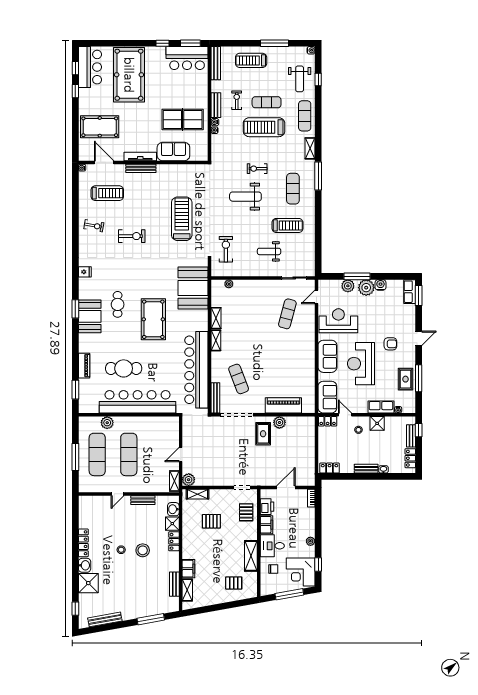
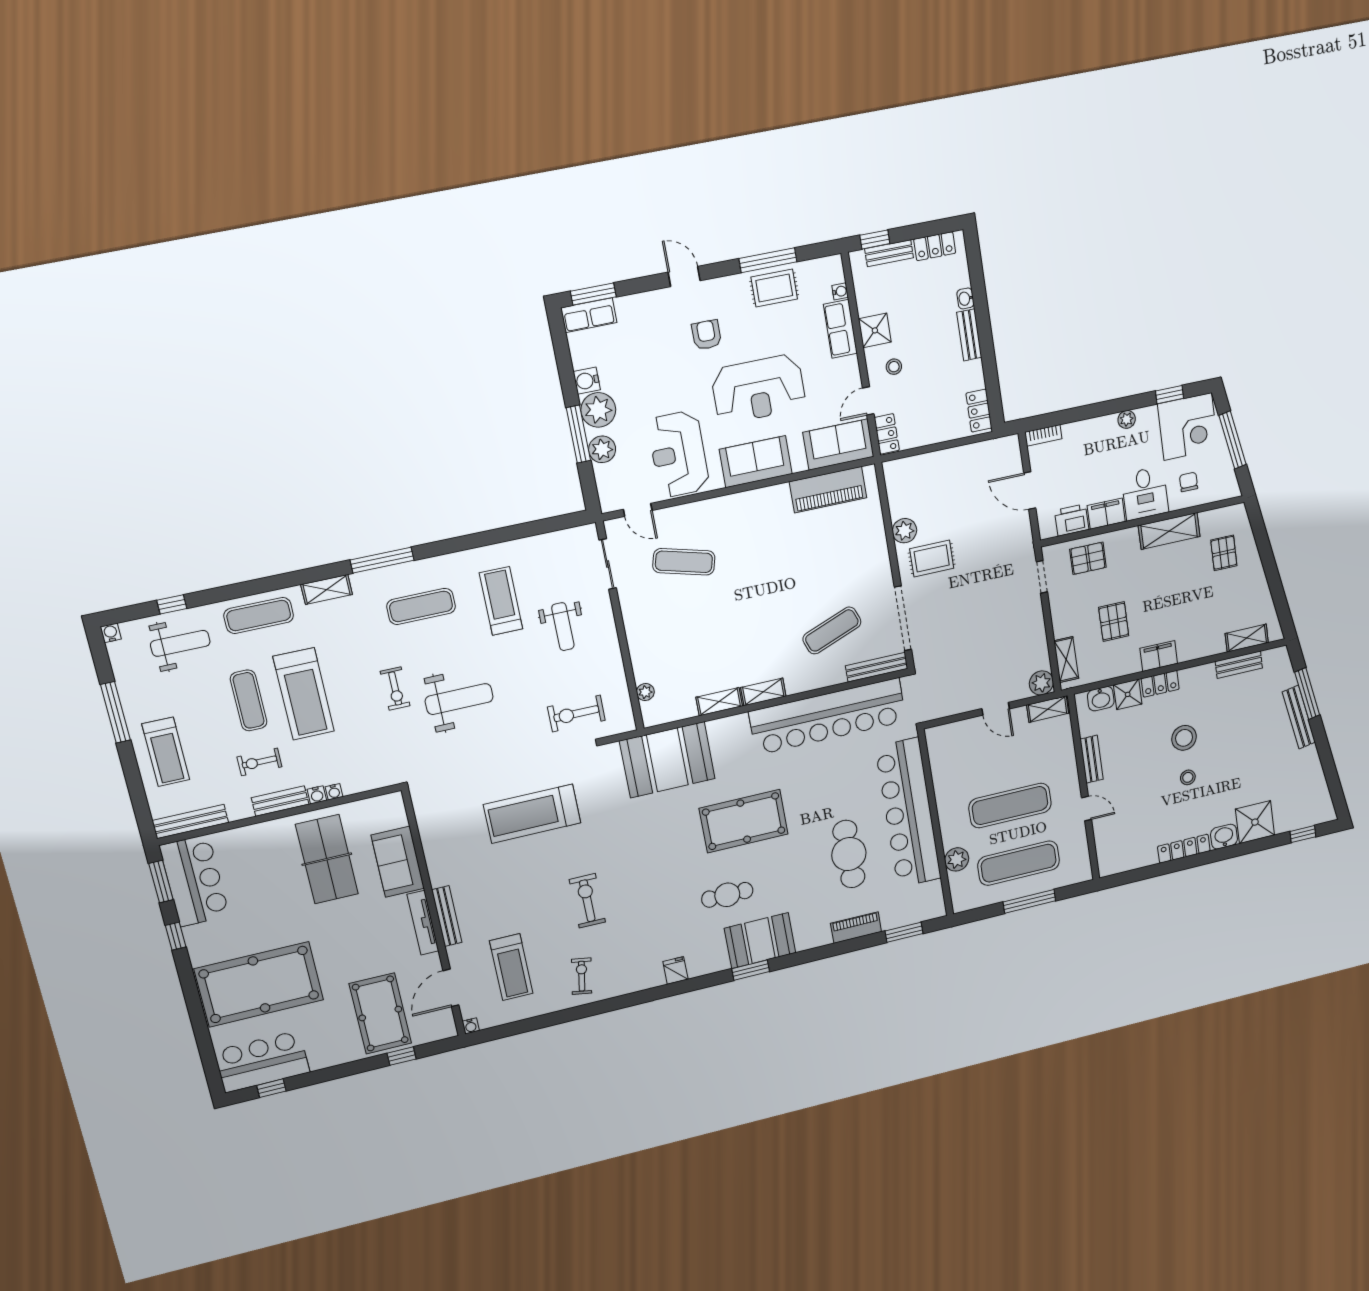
window: (75, 91) -> (402, 1056), moved
treadmill: (107, 193) -> (511, 967), turned 180
weight bench: (245, 197) -> (459, 699), turned -90
piano: (283, 405) -> (828, 490), moved, turned -90
filing cabinet: (188, 569) -> (1159, 656), moved
bench: (105, 619) -> (1299, 717), moved

